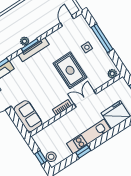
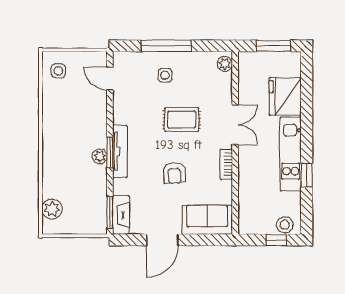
rug: (70, 70) -> (182, 120), width x0.73, depth x0.70
armchair: (41, 84) -> (174, 173), added
double door: (85, 99) -> (235, 125), swing flipped

